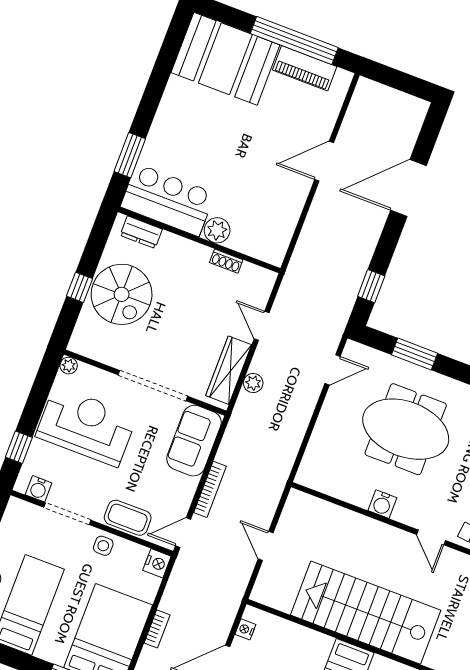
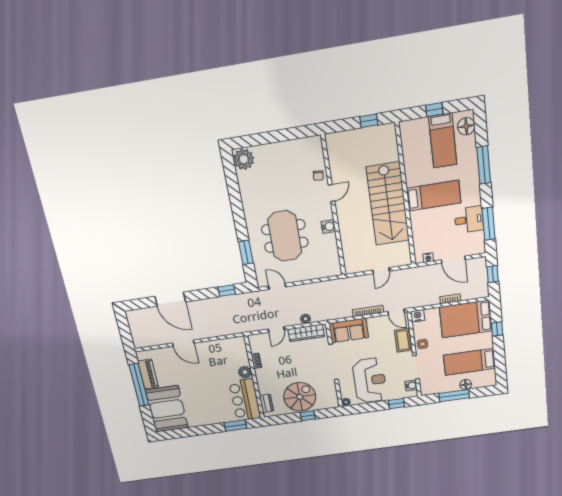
reception desk: (86, 426) -> (370, 380), turned 180

